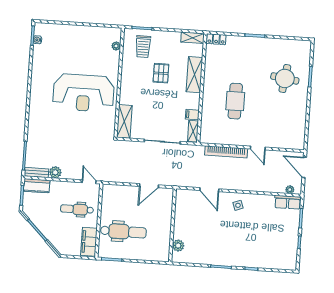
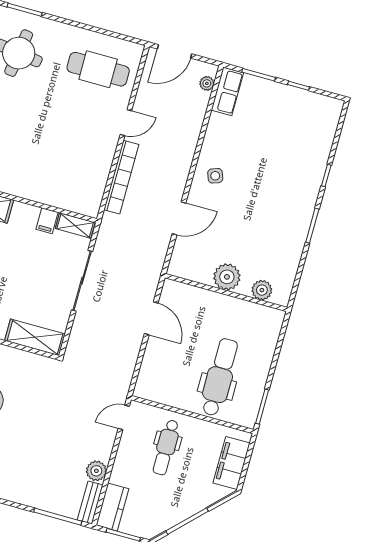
cafe table: (235, 101) -> (98, 69), moved
plant: (182, 224) -> (227, 277), added
filing cabinet: (89, 242) -> (231, 463), moved, turned 90

